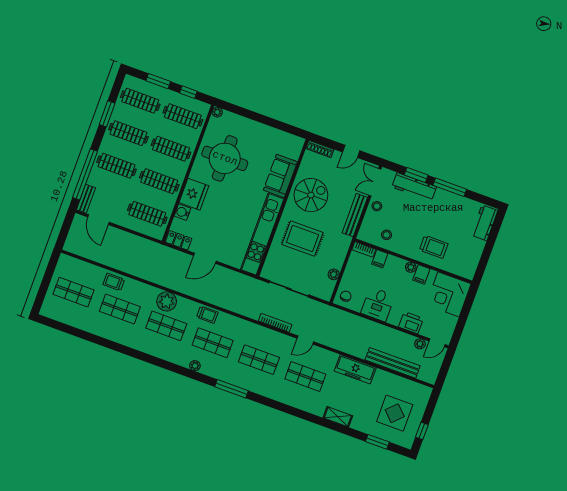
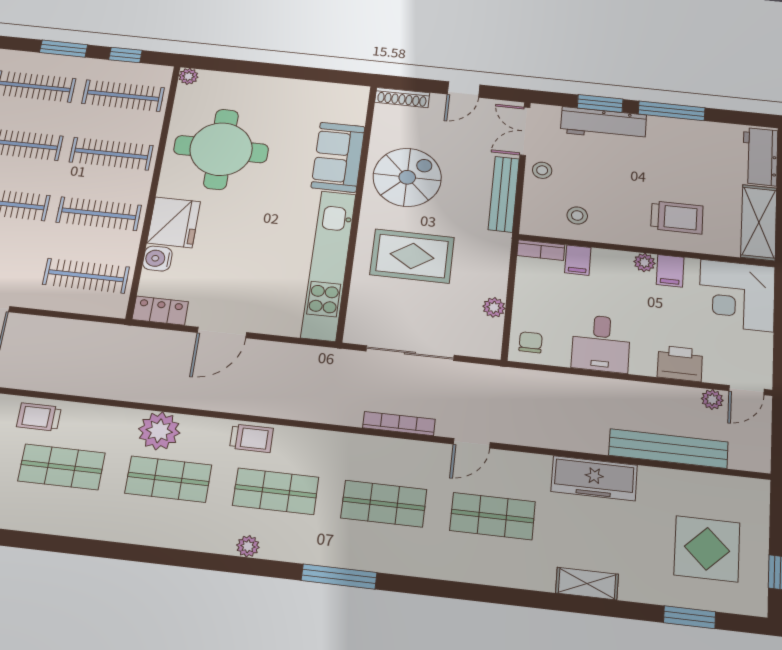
shelving: (472, 259) -> (759, 222), added

